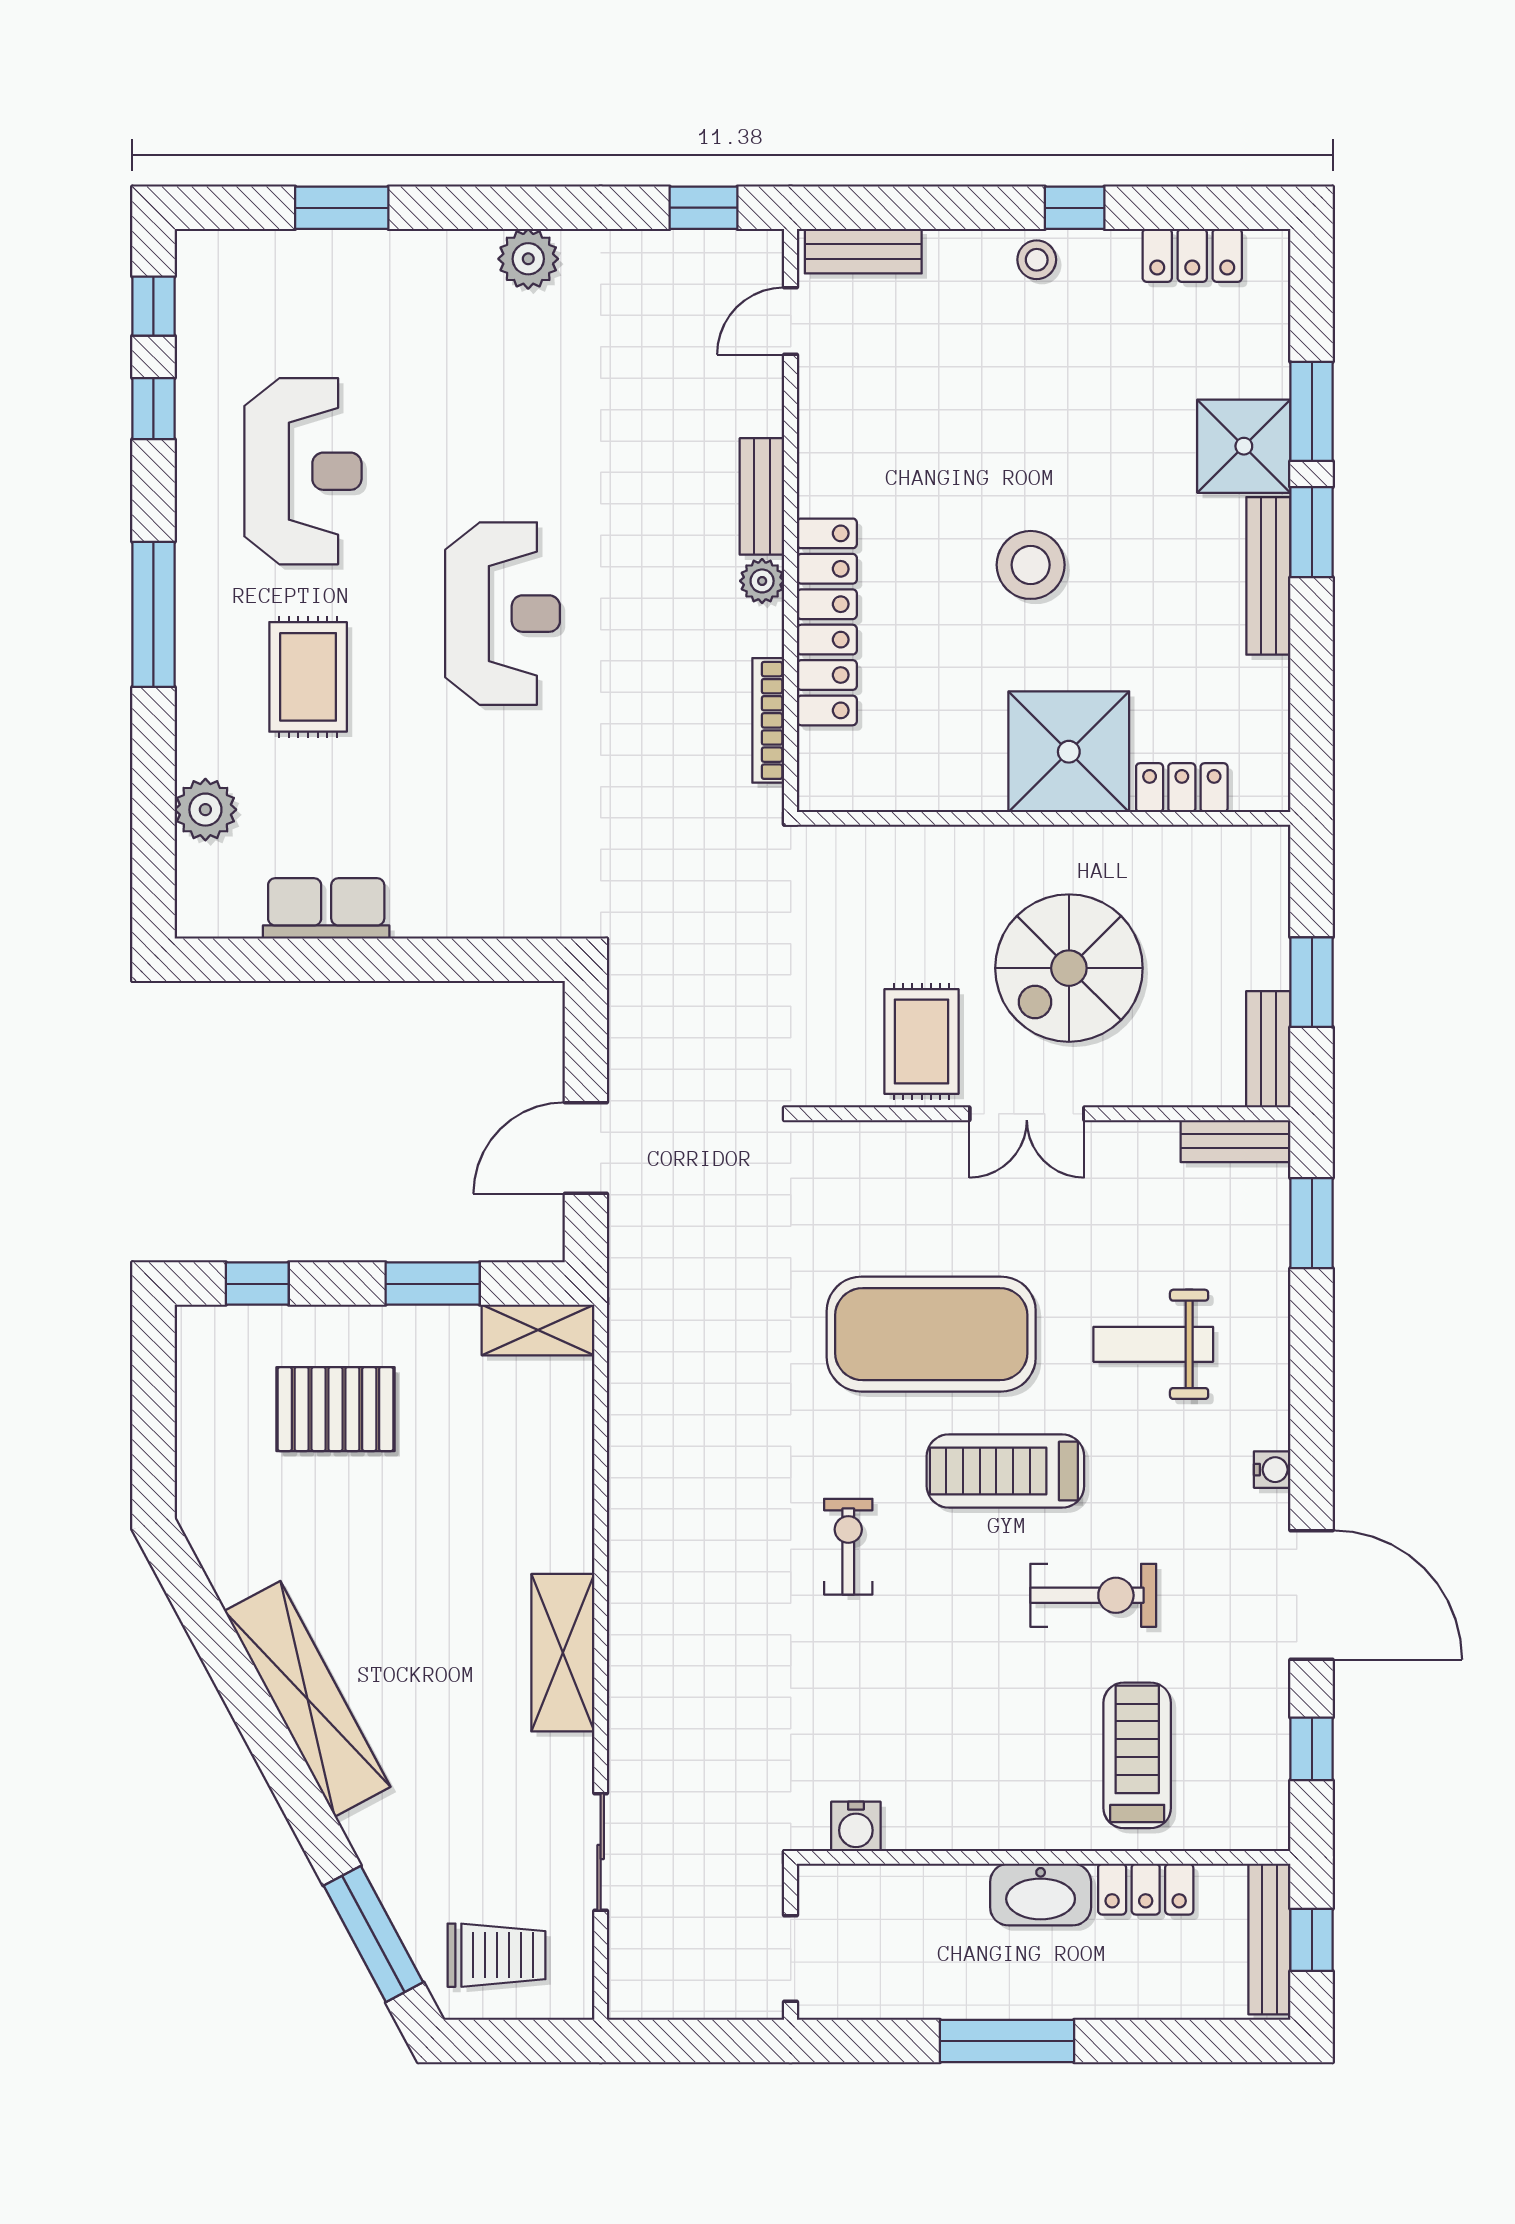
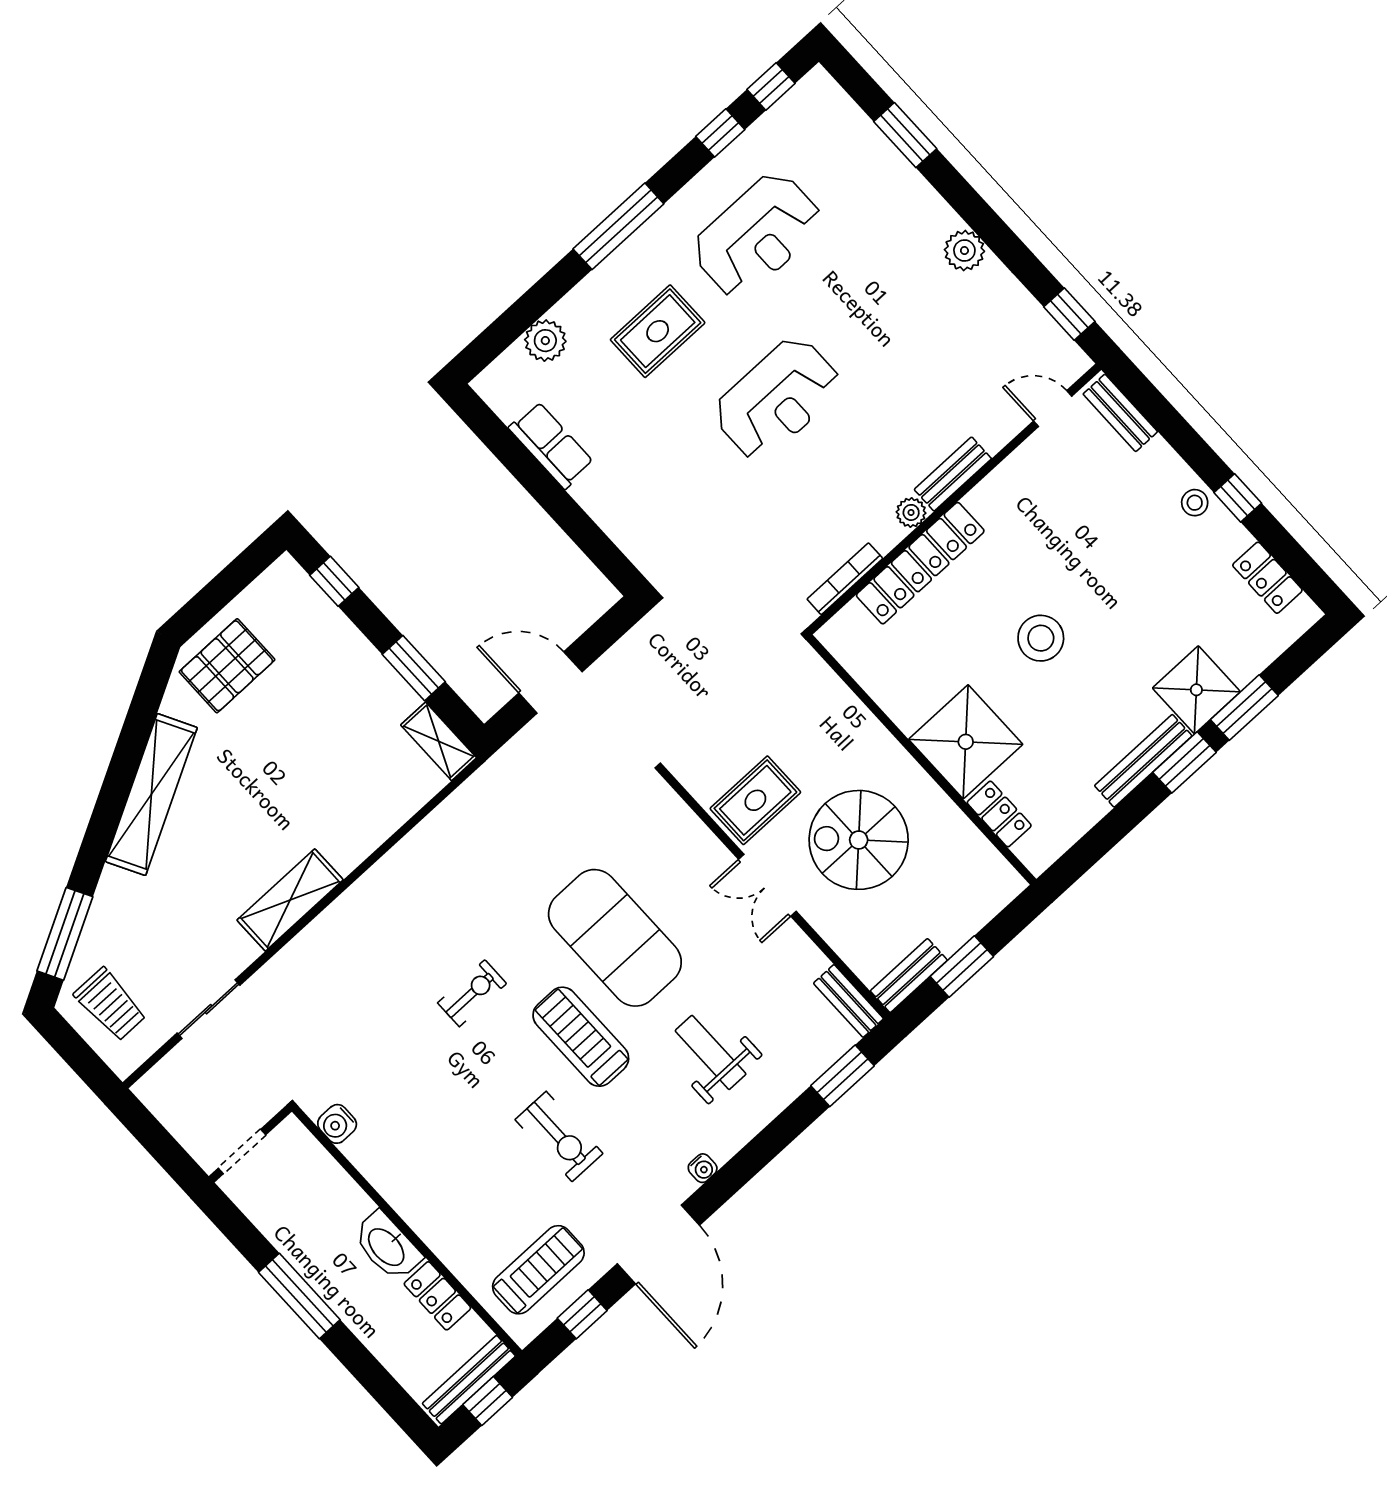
pallet: (335, 1409) -> (227, 666), moved, turned 90
treadmill: (1137, 1755) -> (538, 1270), moved

